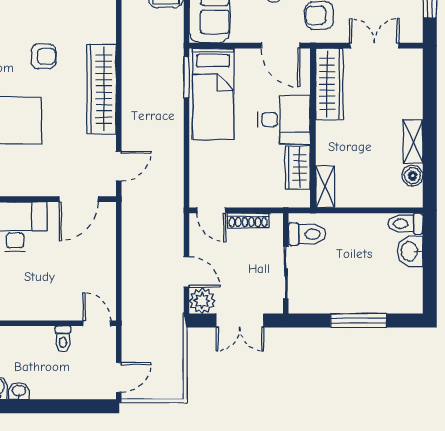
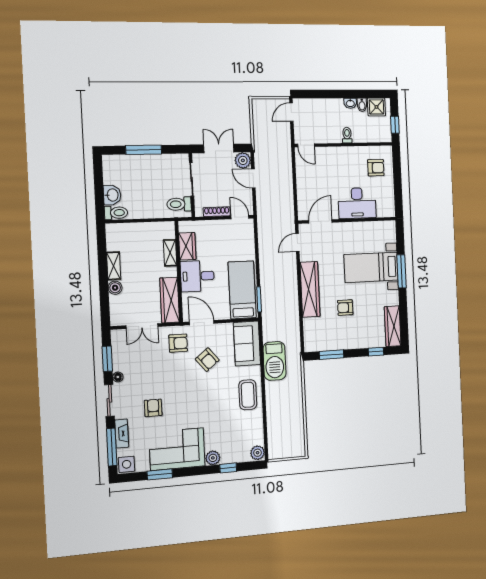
boiler: (413, 176) -> (115, 288), moved
shelving: (325, 187) -> (170, 253), moved
toilet: (63, 339) -> (347, 135), moved

